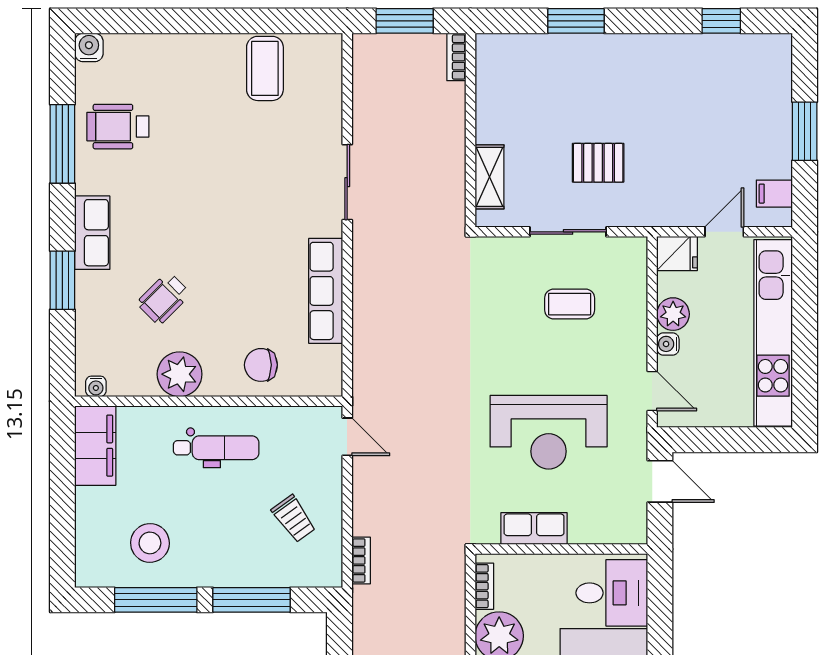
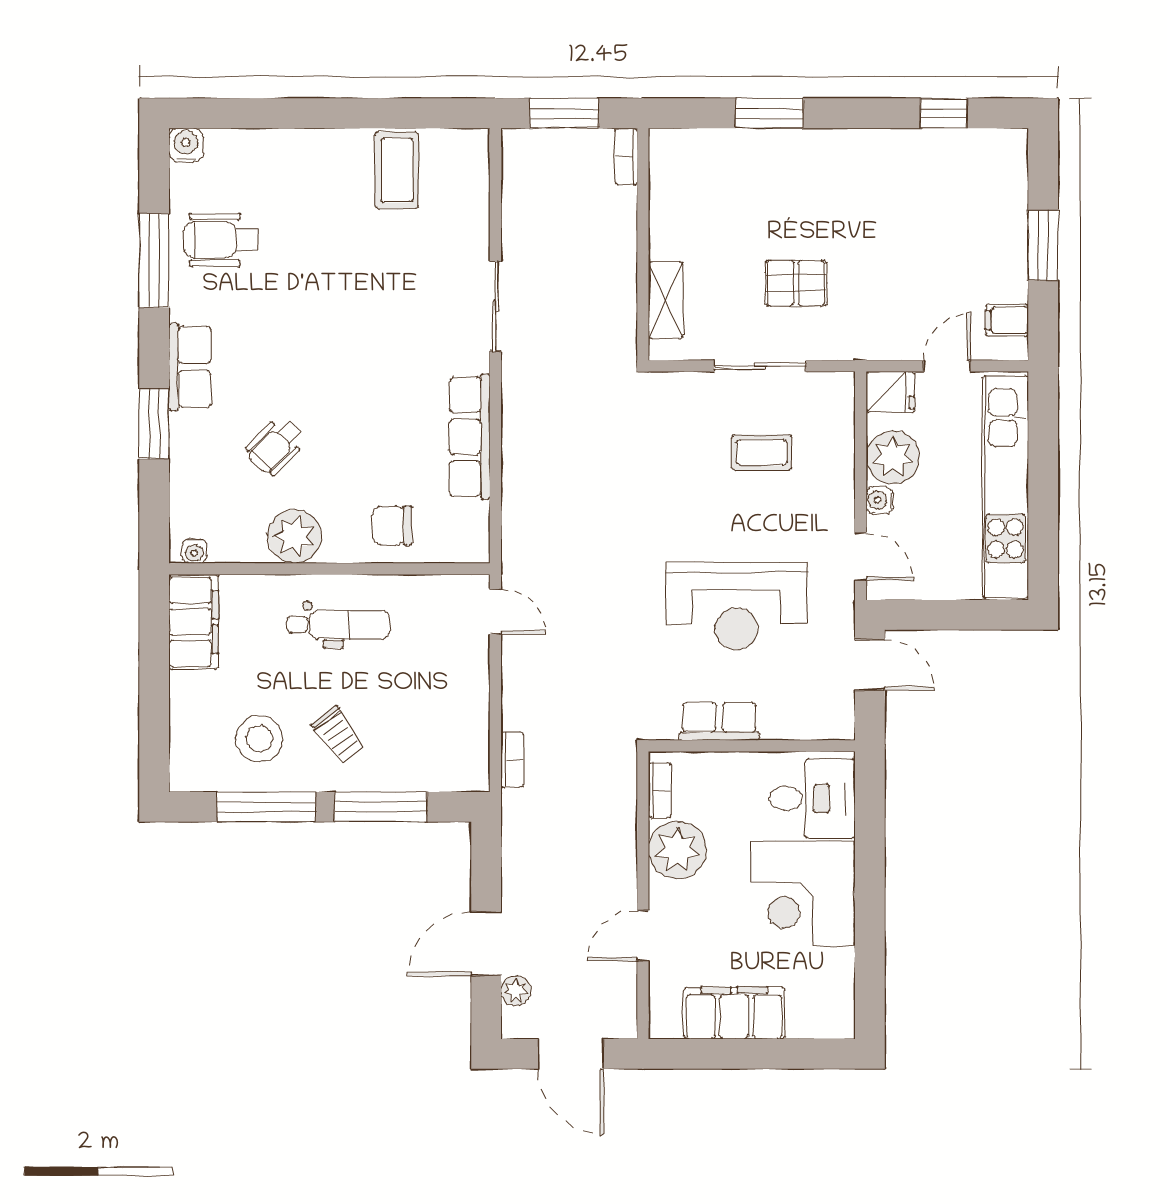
plant: (673, 314) -> (893, 457), width x1.36, depth x1.36
trolley: (294, 519) -> (338, 735), moved

